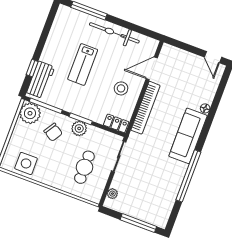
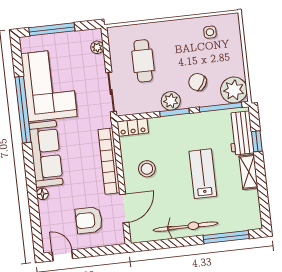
shelving: (49, 49) -> (249, 172), added
armchair: (181, 73) -> (89, 220), added
side table: (26, 163) -> (210, 32), width x0.54, depth x0.54
corner sofa: (161, 184) -> (49, 85), added

